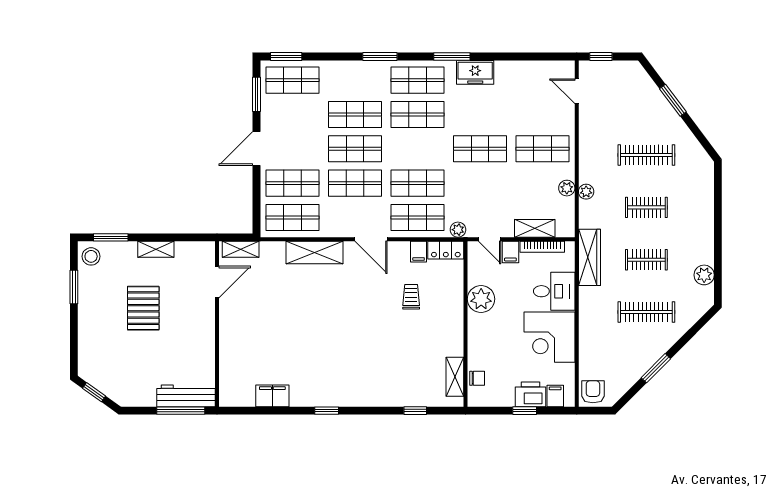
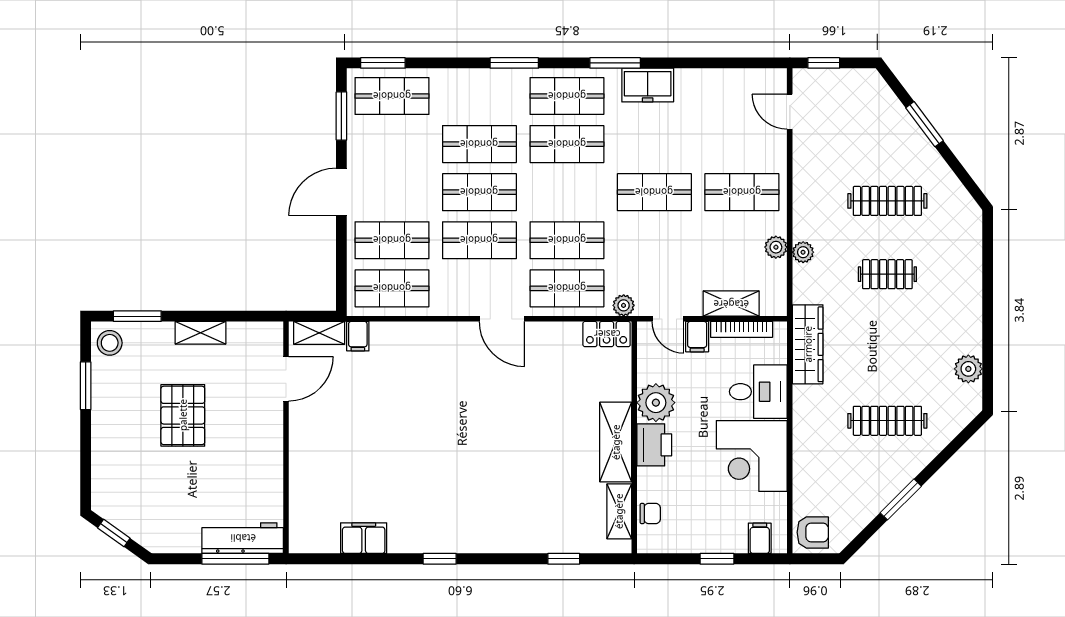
shelving: (315, 252) -> (616, 442), moved, turned 90
filing cabinet: (419, 252) -> (358, 336), moved
clothes rail: (646, 260) -> (887, 347), removed
trolley: (411, 297) -> (558, 399), removed
armchair: (593, 392) -> (813, 532), turned 90
printer: (531, 394) -> (654, 445), moved, turned 90

